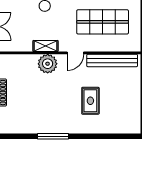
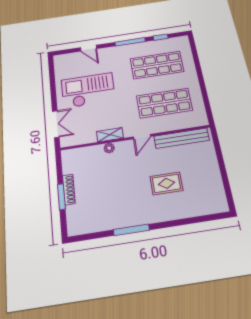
plant: (48, 64) -> (109, 148), width x0.53, depth x0.53
rug: (90, 101) -> (166, 183), turned 90

